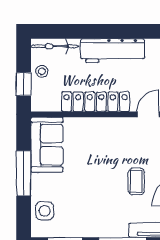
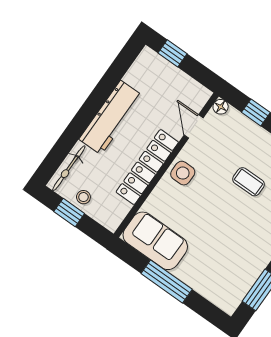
window: (24, 84) -> (69, 213), moved
side table: (45, 211) -> (183, 173), moved

